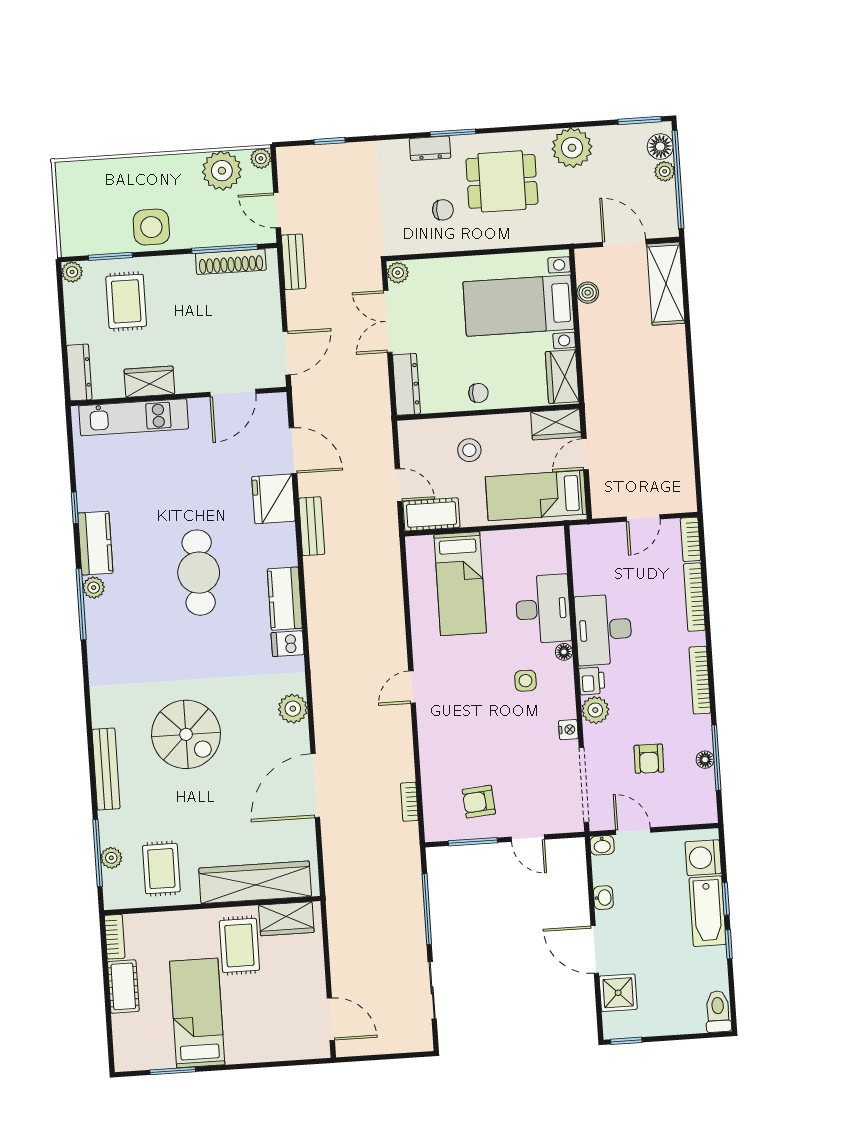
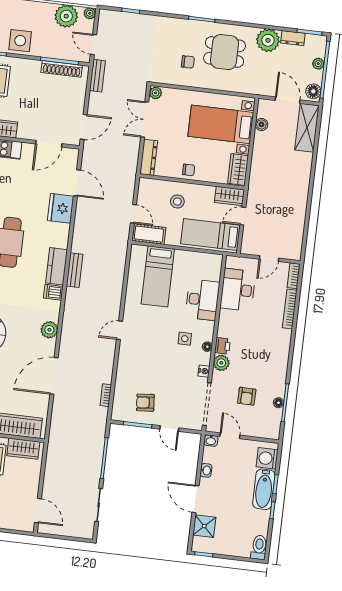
floor lamp: (660, 147) -> (313, 91), moved
dresser: (430, 148) -> (293, 38), moved
bench: (312, 526) -> (75, 270), moved
desk: (603, 630) -> (238, 290), moved
floor lamp: (564, 652) -> (207, 347), moved
bookcase: (700, 680) -> (284, 357), removed

